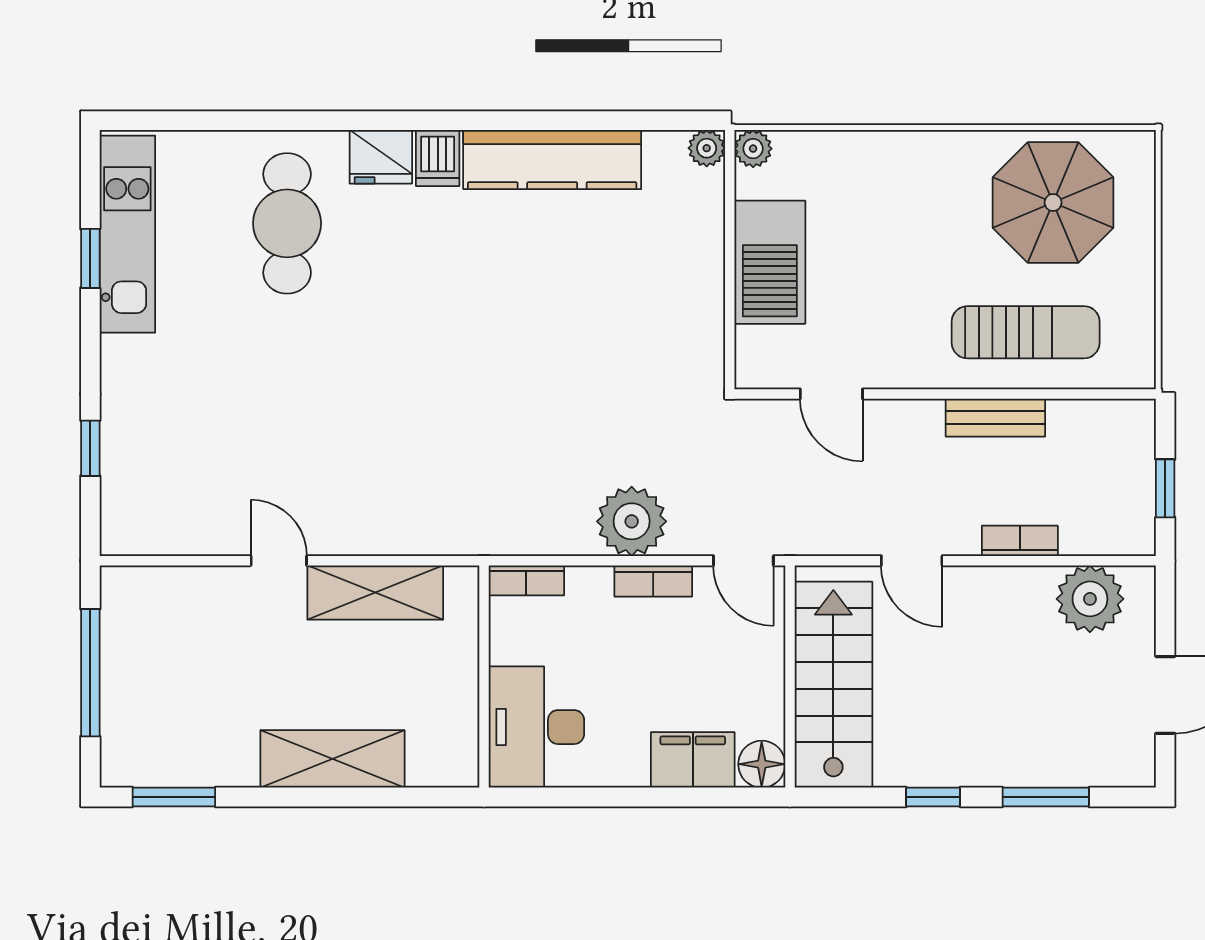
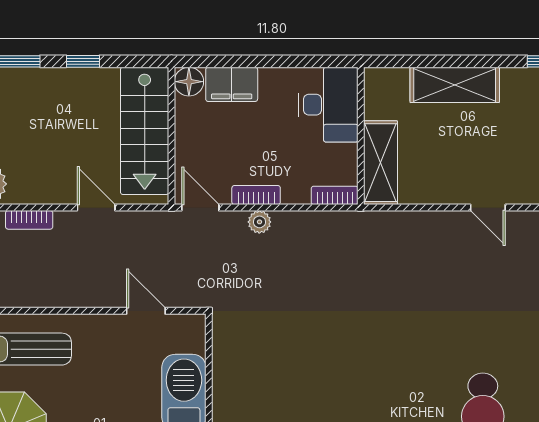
bench: (995, 418) -> (44, 296), removed
plant: (632, 521) -> (259, 222), width x0.53, depth x0.53
shelving: (375, 593) -> (380, 163), moved, turned 90

